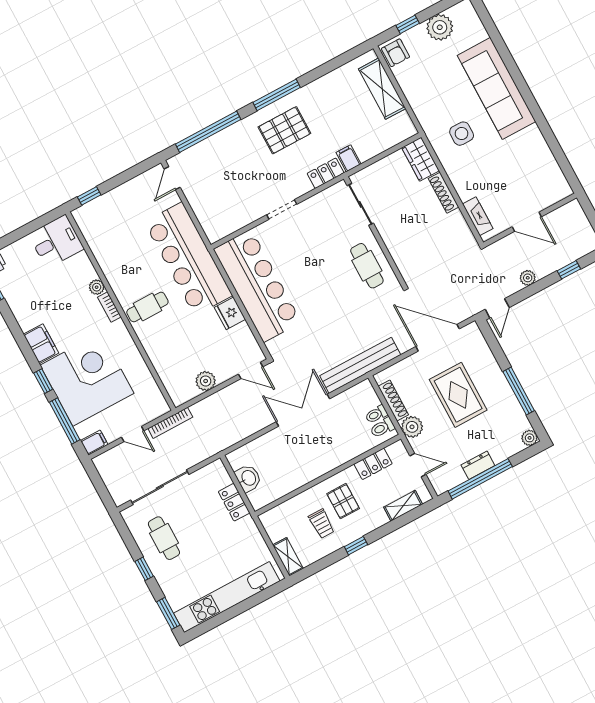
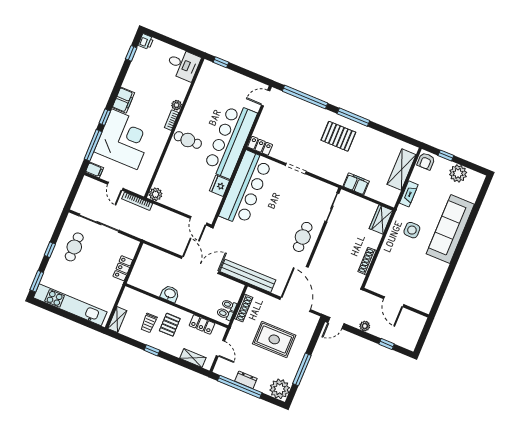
filing cabinet: (349, 158) -> (356, 184), width x2.00
locker: (326, 173) -> (260, 146), moved
shoe rack: (444, 193) -> (367, 261), moved
fireplace: (478, 216) -> (409, 194), moved
plant: (206, 381) -> (156, 194), moved
rug: (458, 395) -> (274, 339), turned 90
plant: (412, 427) -> (238, 329), removed
plant: (530, 438) -> (280, 389), width x1.87, depth x1.87
washbasin: (248, 478) -> (170, 294), moved, turned -90

